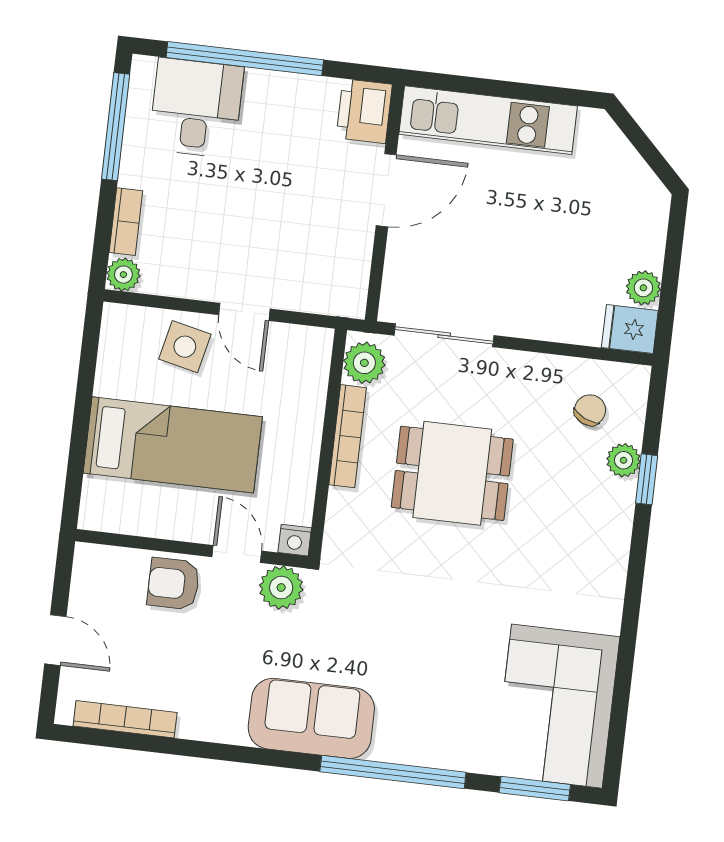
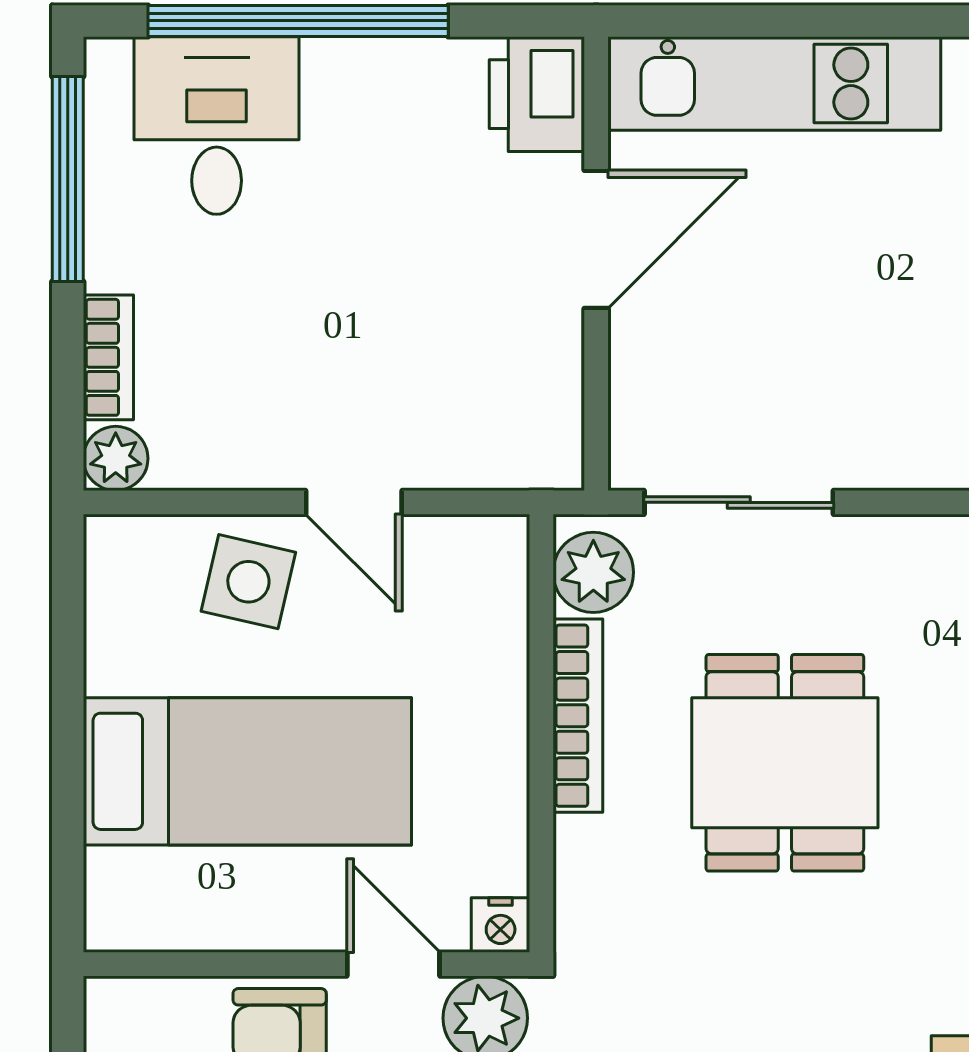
dining table: (452, 473) -> (785, 763), turned 90

